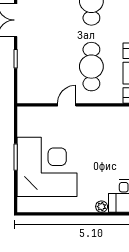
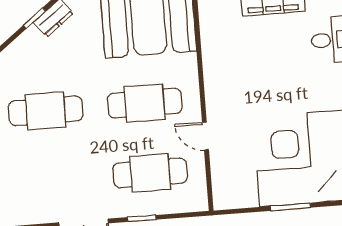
cafe table: (45, 67) -> (150, 173), added

